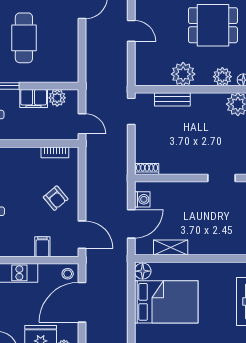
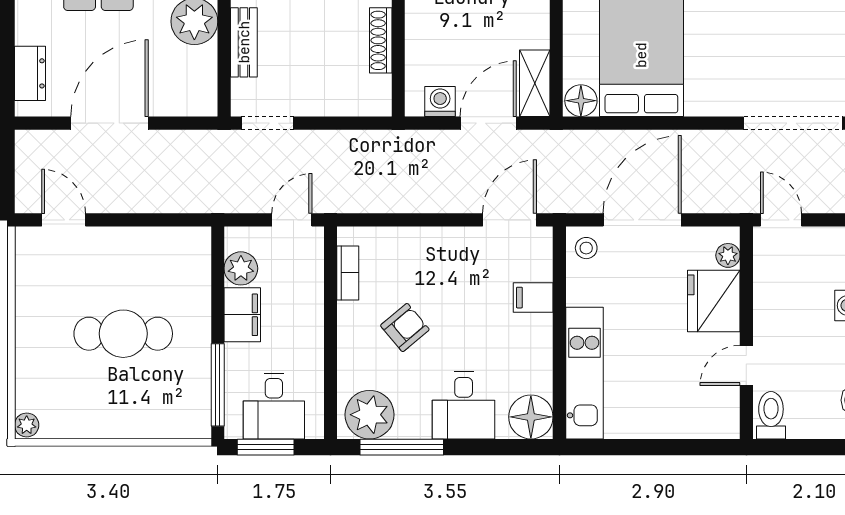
door: (131, 31) -> (109, 123), width x1.88
shoe rack: (147, 169) -> (381, 40), moved, width x1.43
armchair: (56, 198) -> (405, 328), moved
door: (131, 224) -> (488, 123), hinge flipped
shelving: (171, 248) -> (535, 83), moved
door: (82, 302) -> (642, 220), swing flipped

